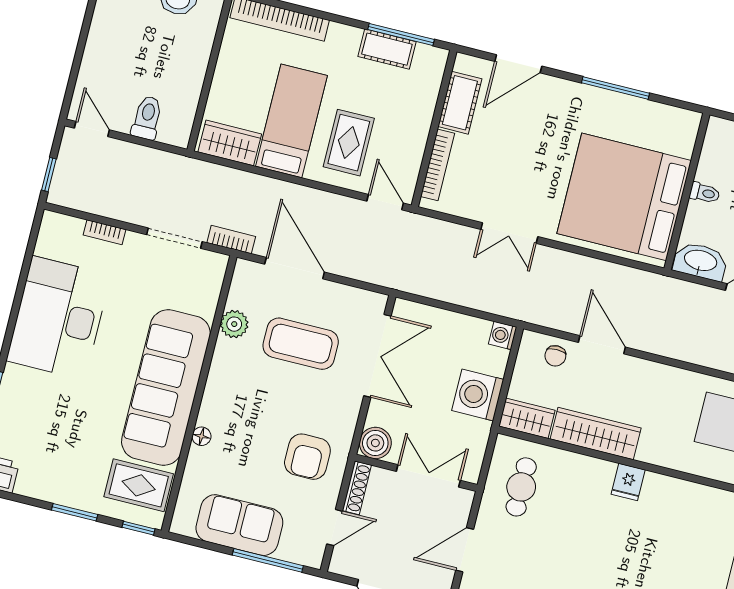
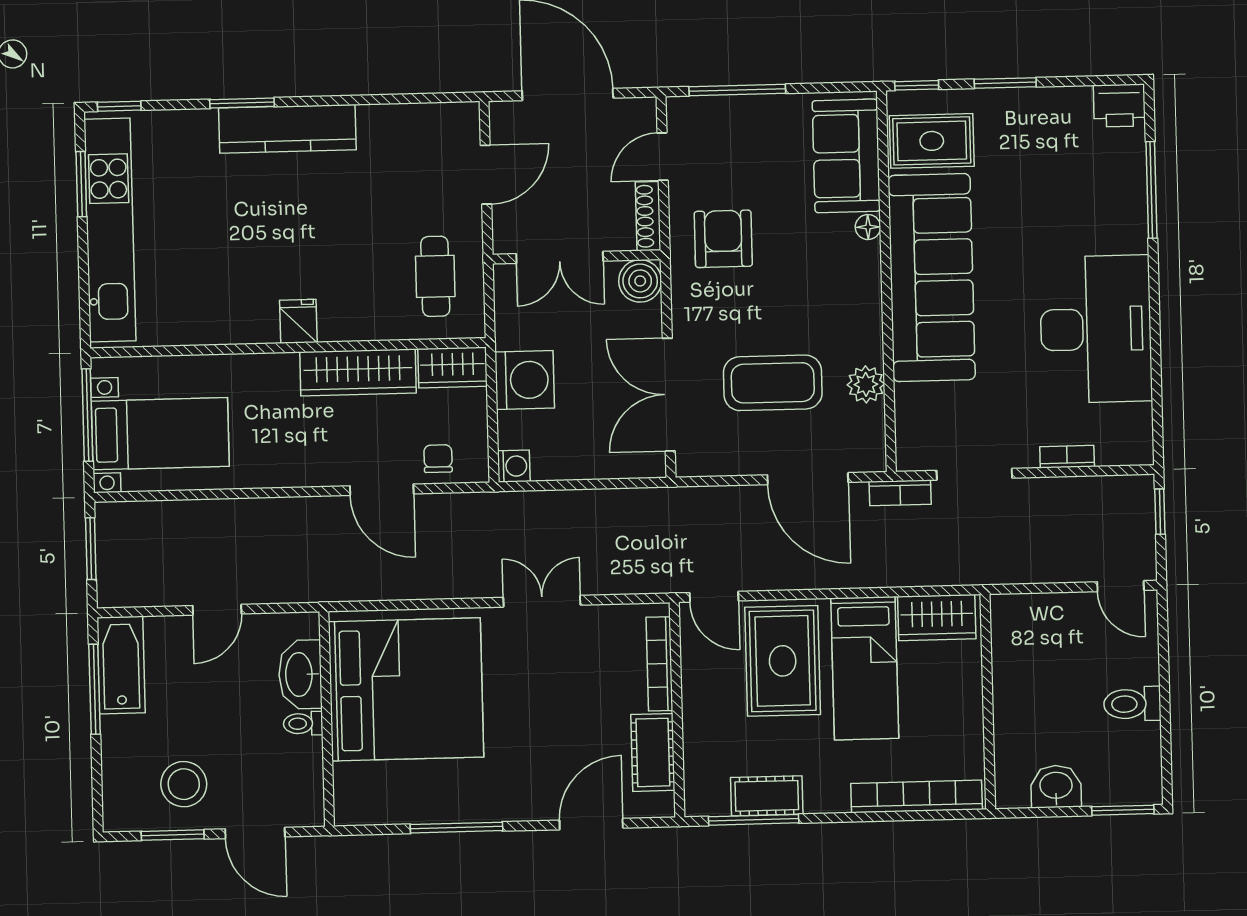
toilet: (147, 118) -> (1132, 704), moved, turned 90
rug: (349, 143) -> (783, 661), width x1.36, depth x1.43
washbasin: (700, 261) -> (300, 674), moved, turned 90
sofa: (239, 525) -> (846, 156), moved, turned 90

